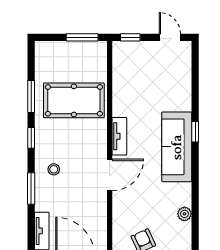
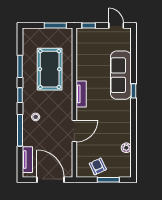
pool table: (74, 100) -> (50, 69), turned 90
sofa: (177, 147) -> (121, 75), moved
door: (110, 175) -> (74, 131), moved
window: (31, 189) -> (20, 130), width x1.44

